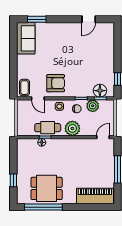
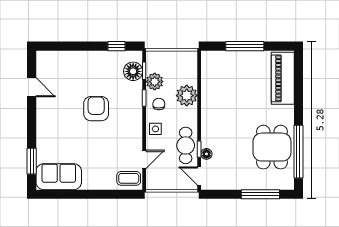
armchair: (56, 83) -> (96, 109), moved
plant: (72, 128) -> (187, 96), moved
door: (103, 137) -> (199, 176), moved
window: (13, 180) -> (260, 194), width x2.17

